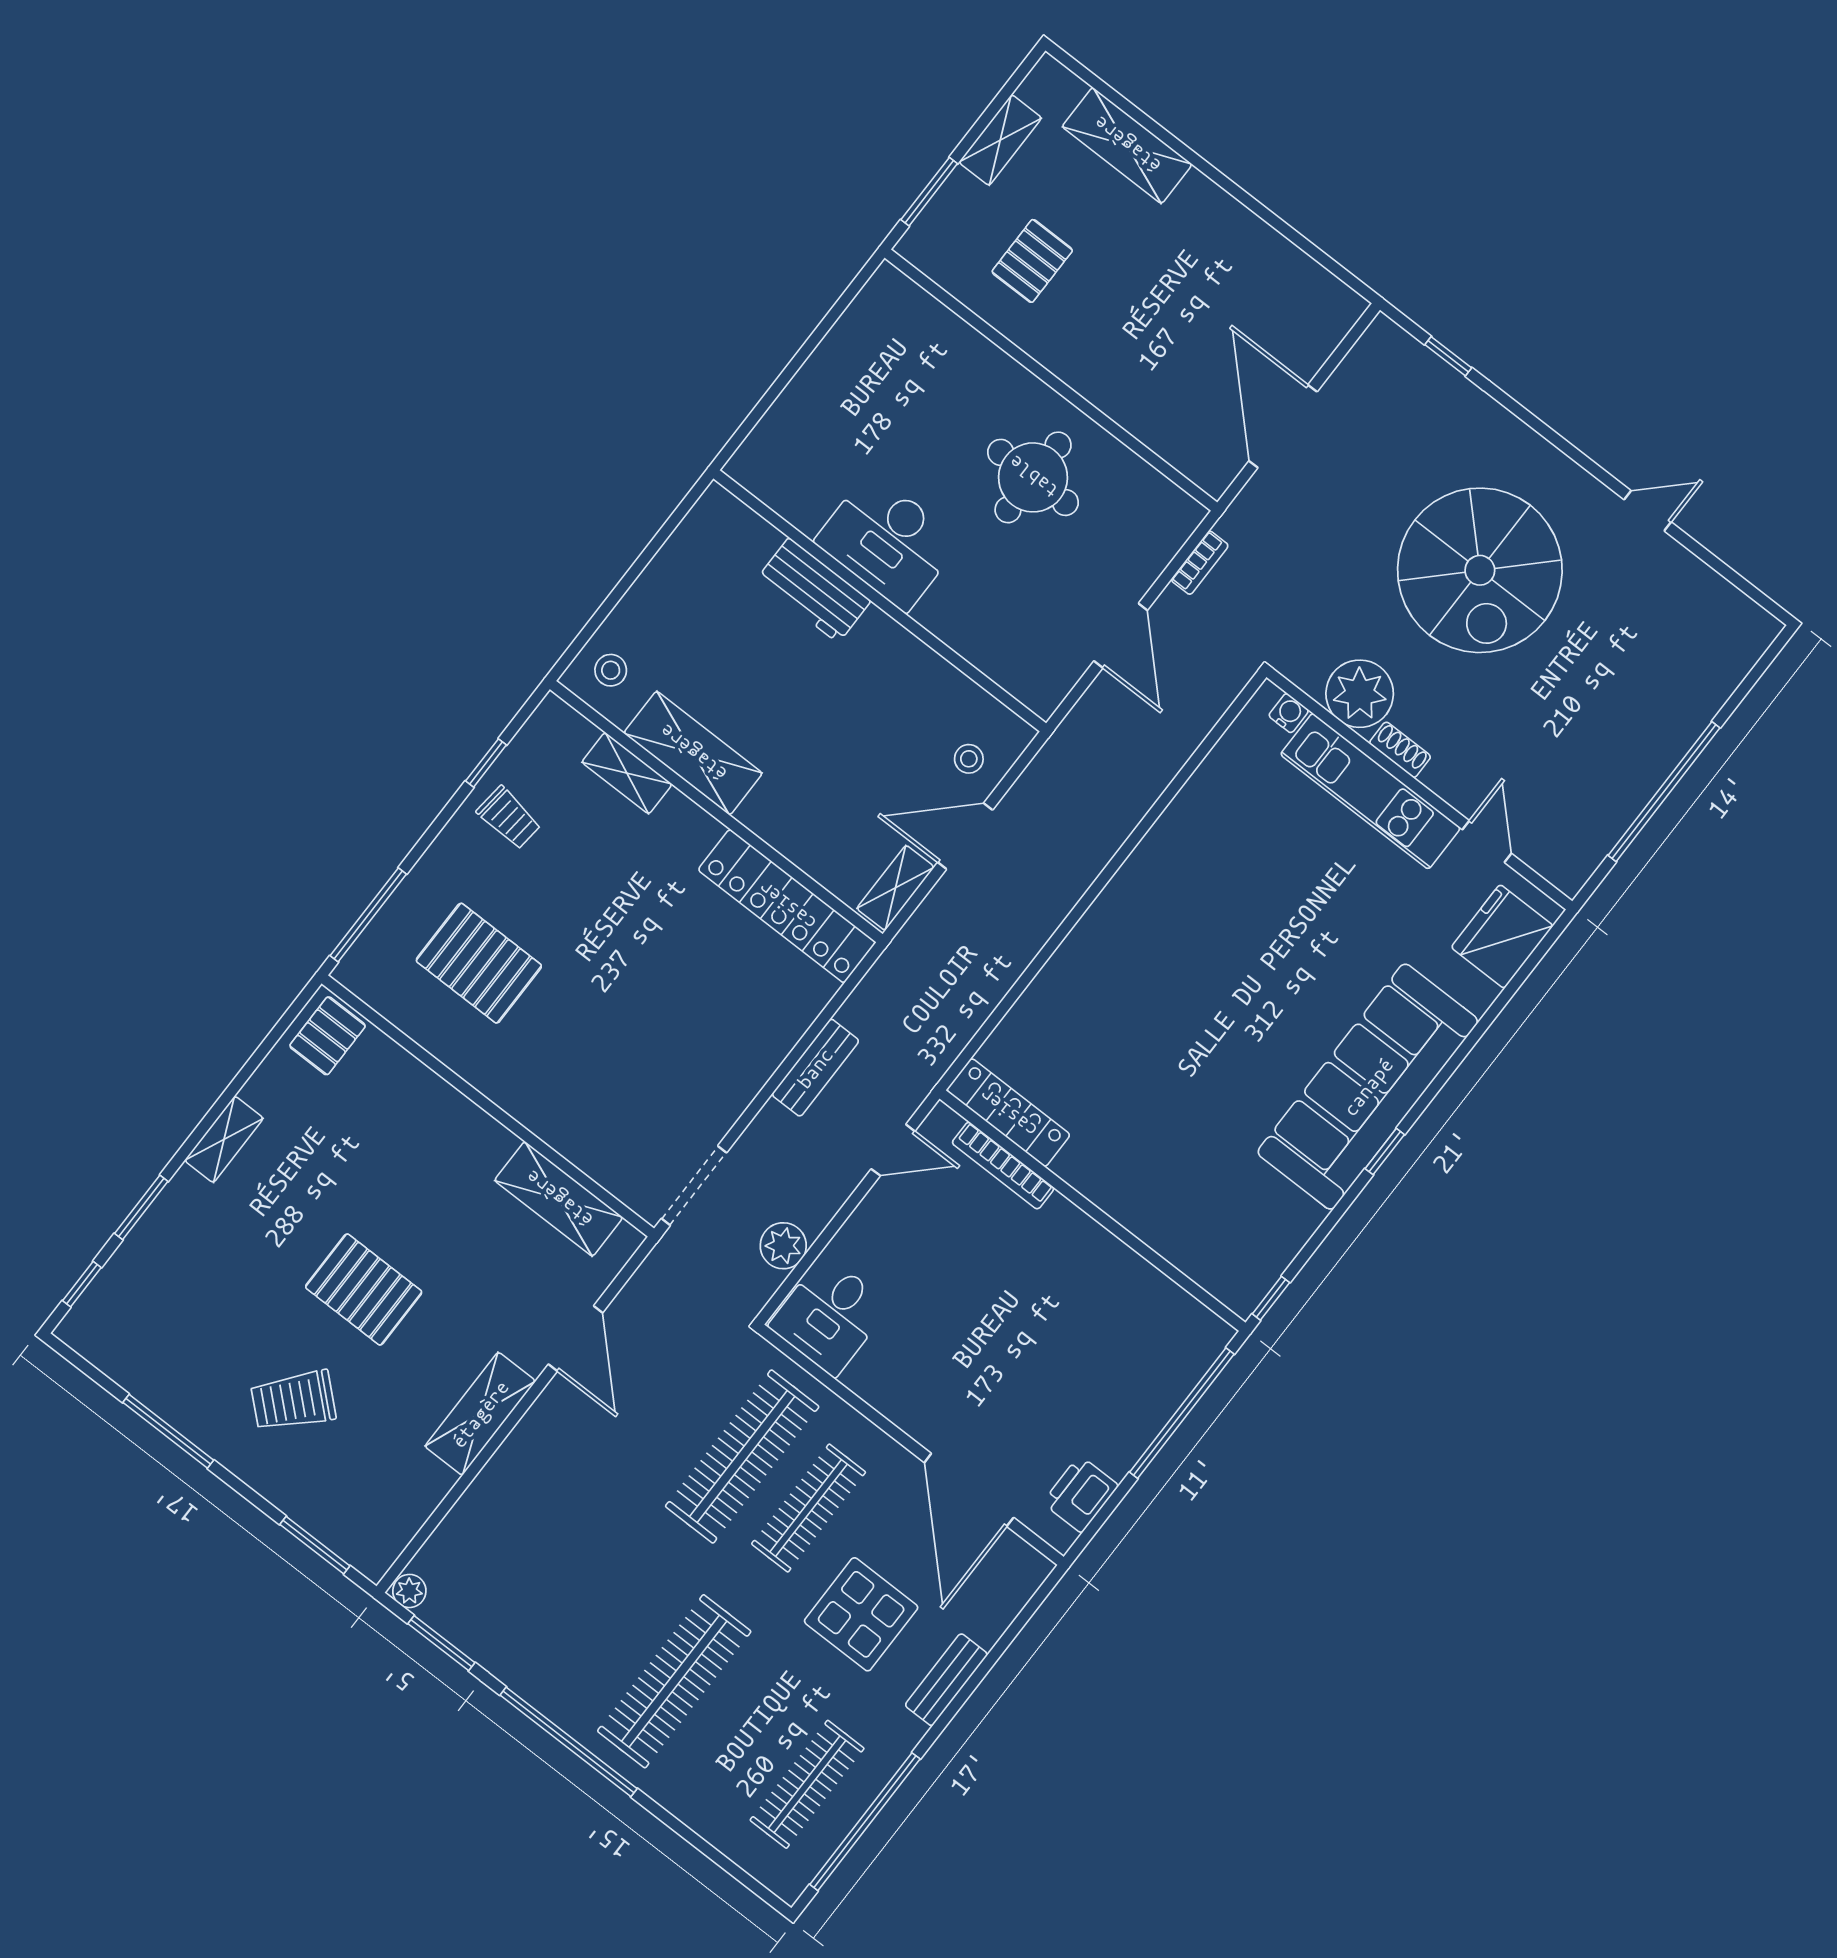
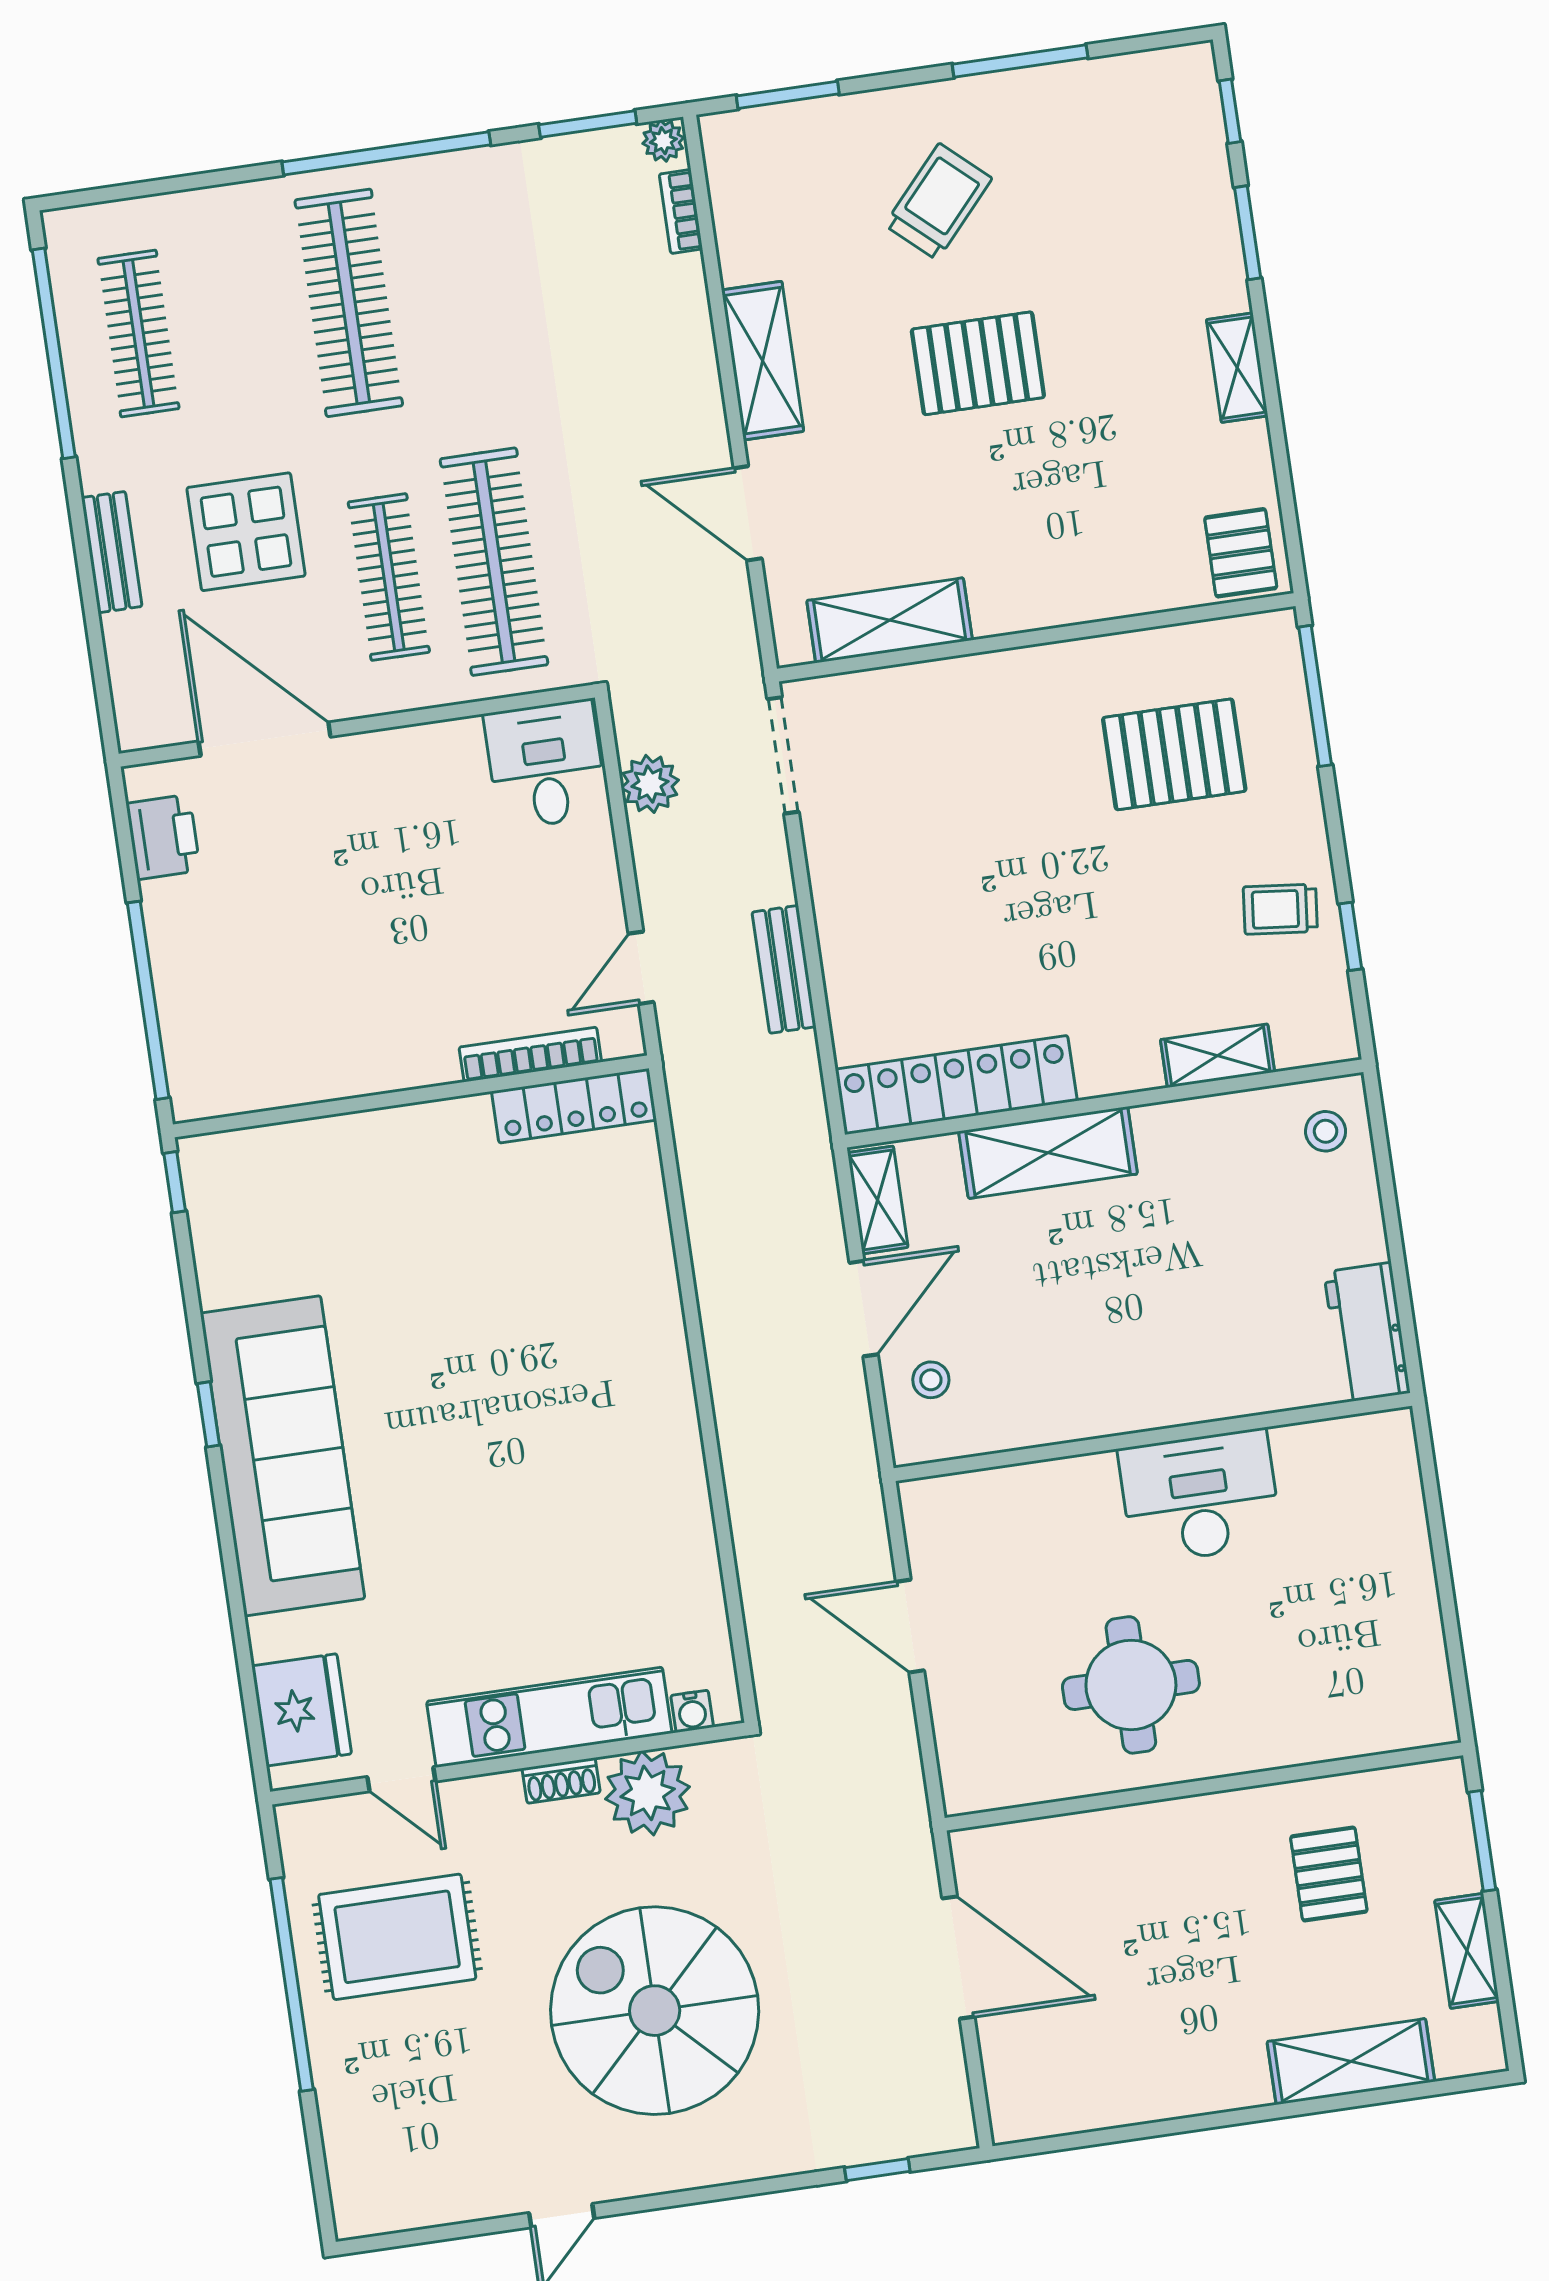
bookcase: (1200, 563) -> (681, 211), moved
workbench: (814, 590) -> (1367, 1332), moved, turned -90
shelving: (693, 753) -> (1048, 1153), moved
rug: (1579, 757) -> (397, 1937), added

